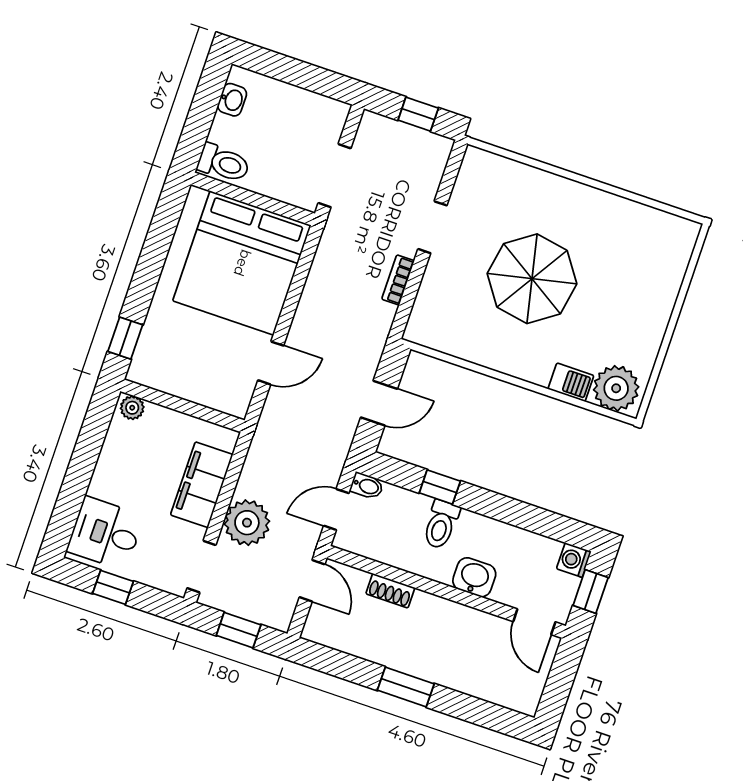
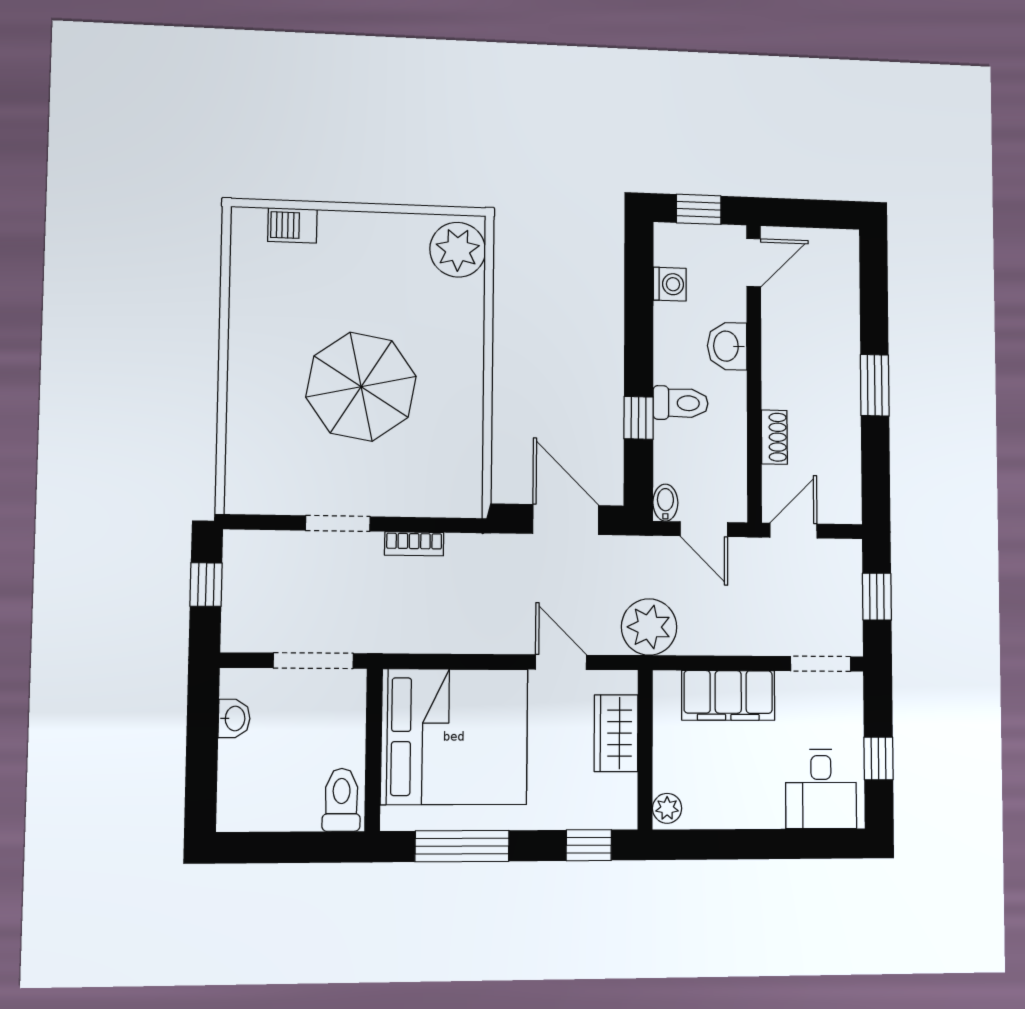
washbasin: (232, 100) -> (234, 718), moved, turned 90
window: (158, 242) -> (462, 846), added
barbecue: (571, 382) -> (292, 225), moved, turned -90
wardrobe: (203, 387) -> (616, 733), added
door: (379, 403) -> (566, 520), width x1.38
plant: (247, 523) -> (649, 627), moved
washing machine: (574, 560) -> (670, 284), moved, turned -90

